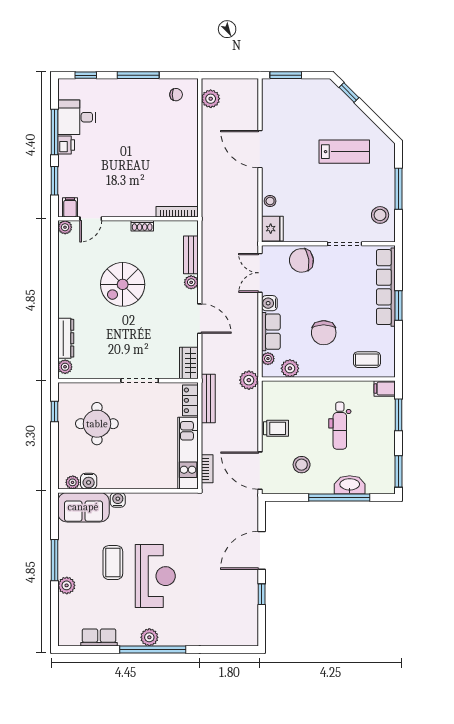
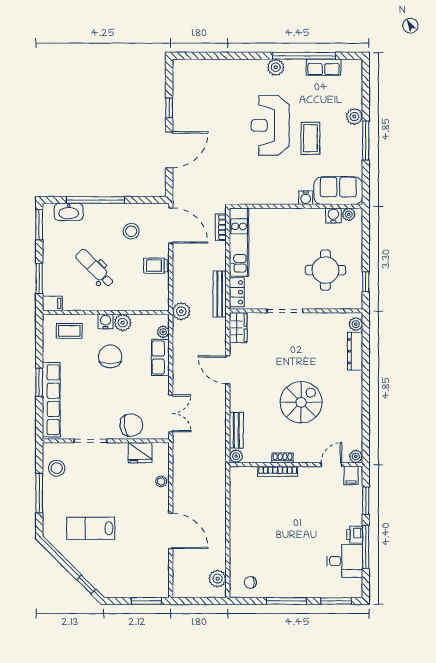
window: (86, 75) -> (336, 601), width x1.50
bookcase: (177, 212) -> (278, 471), moved
fridge: (272, 229) -> (140, 453), moved, turned -90
plant: (191, 282) -> (236, 456), moved
water cooler: (269, 303) -> (106, 321), moved, turned -90
plant: (290, 368) -> (123, 323), moved
dental chair: (340, 426) -> (95, 268), turned -45
washbasin: (350, 485) -> (69, 212), moved
window: (153, 649) -> (304, 56), moved

